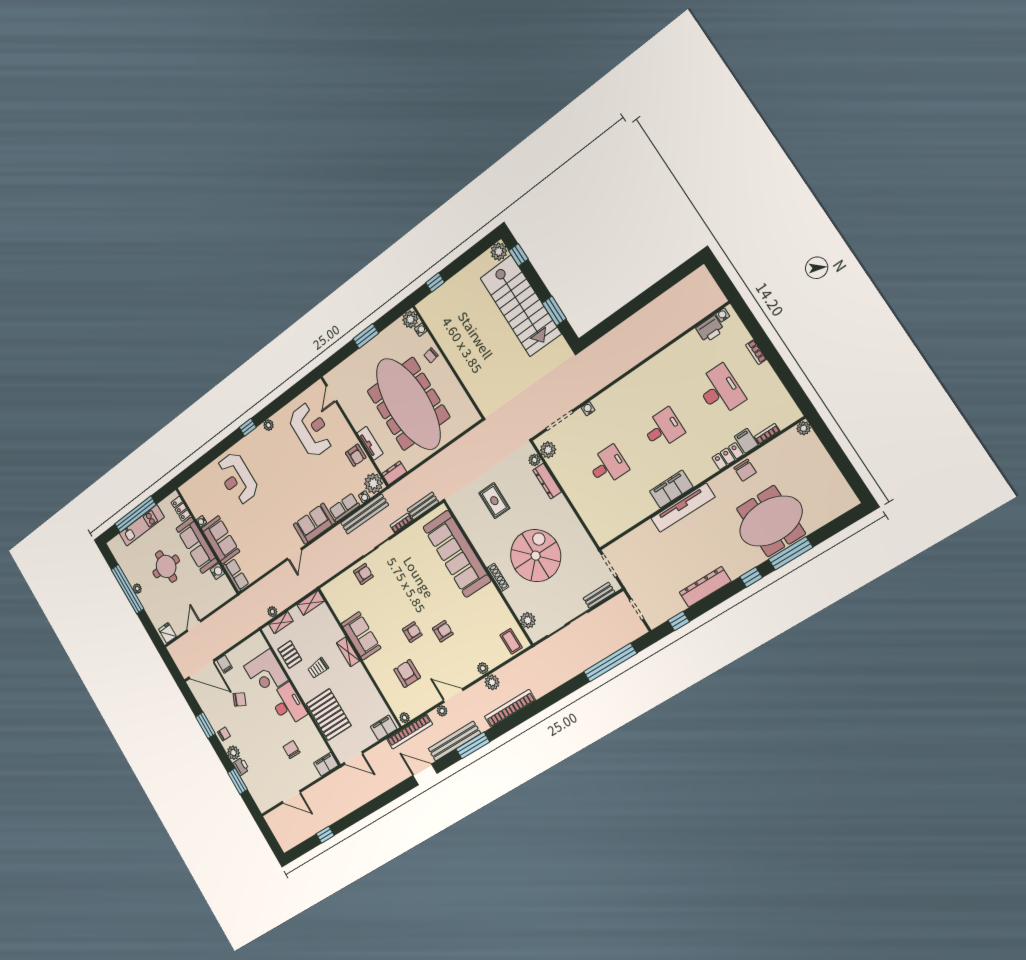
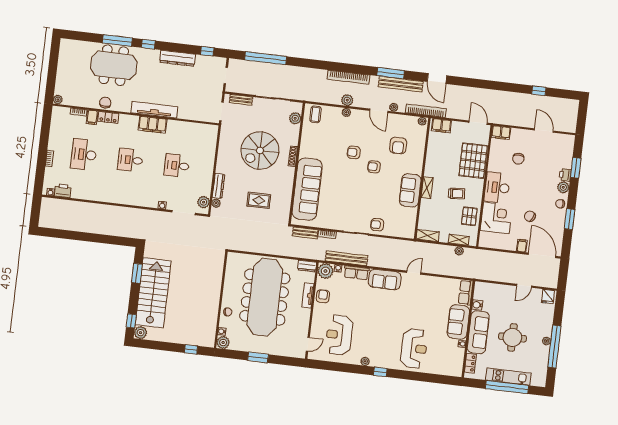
rug: (494, 501) -> (259, 200), turned 90

